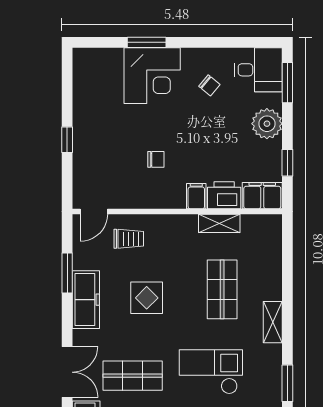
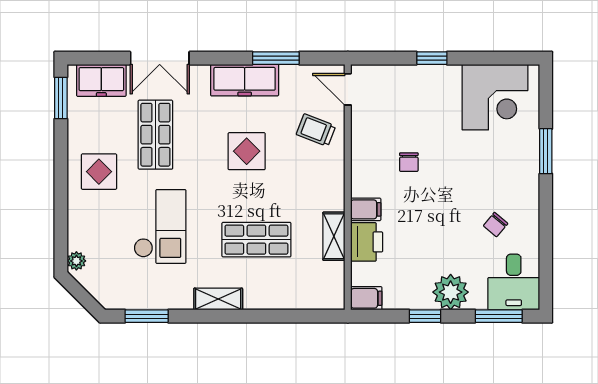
corner desk: (152, 76) -> (495, 97), moved, turned -90
window: (287, 163) -> (425, 316), moved
filing cabinet: (262, 196) -> (366, 298), width x0.50
trolley: (129, 239) -> (316, 130), turned 111

